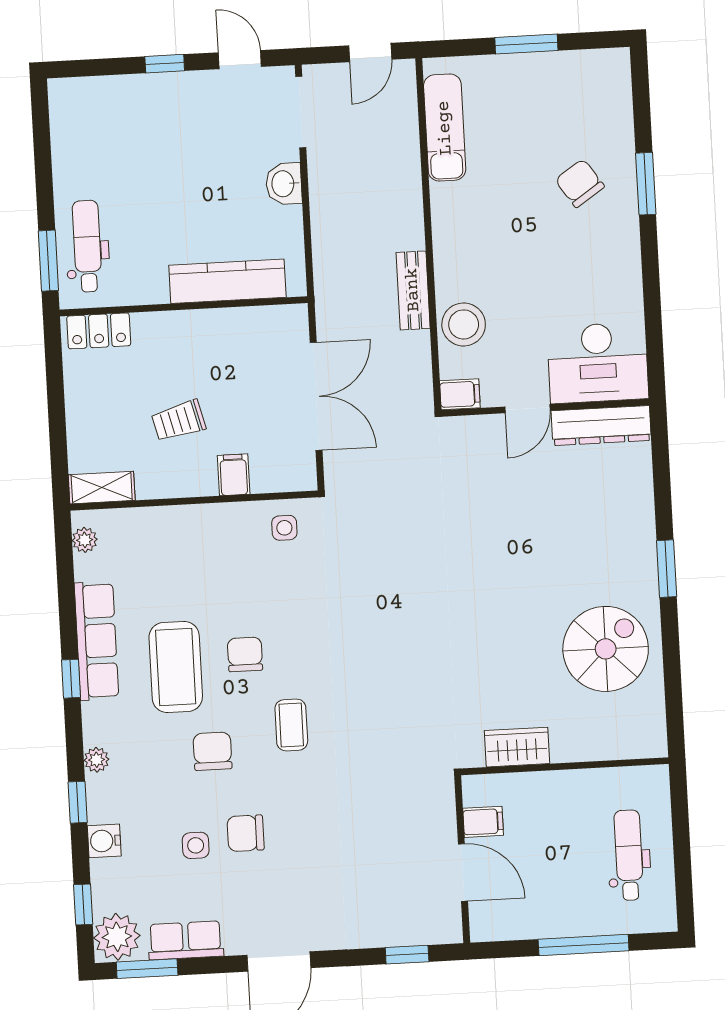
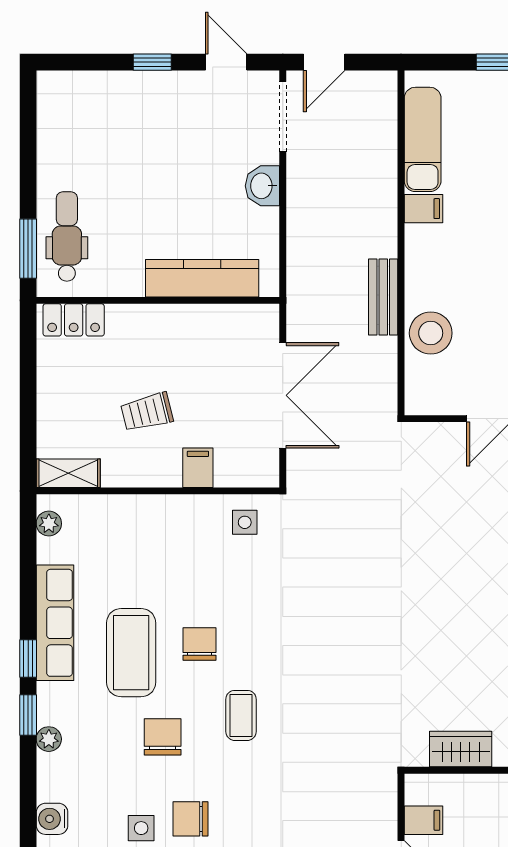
door: (370, 53) -> (324, 62), moved
filing cabinet: (460, 394) -> (423, 209), moved
window: (78, 802) -> (28, 715), moved

